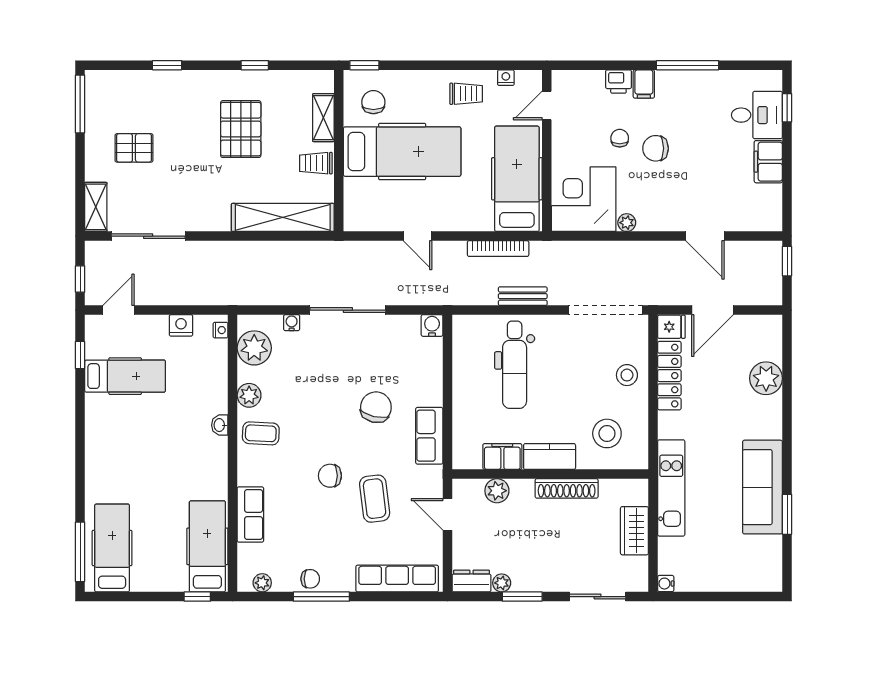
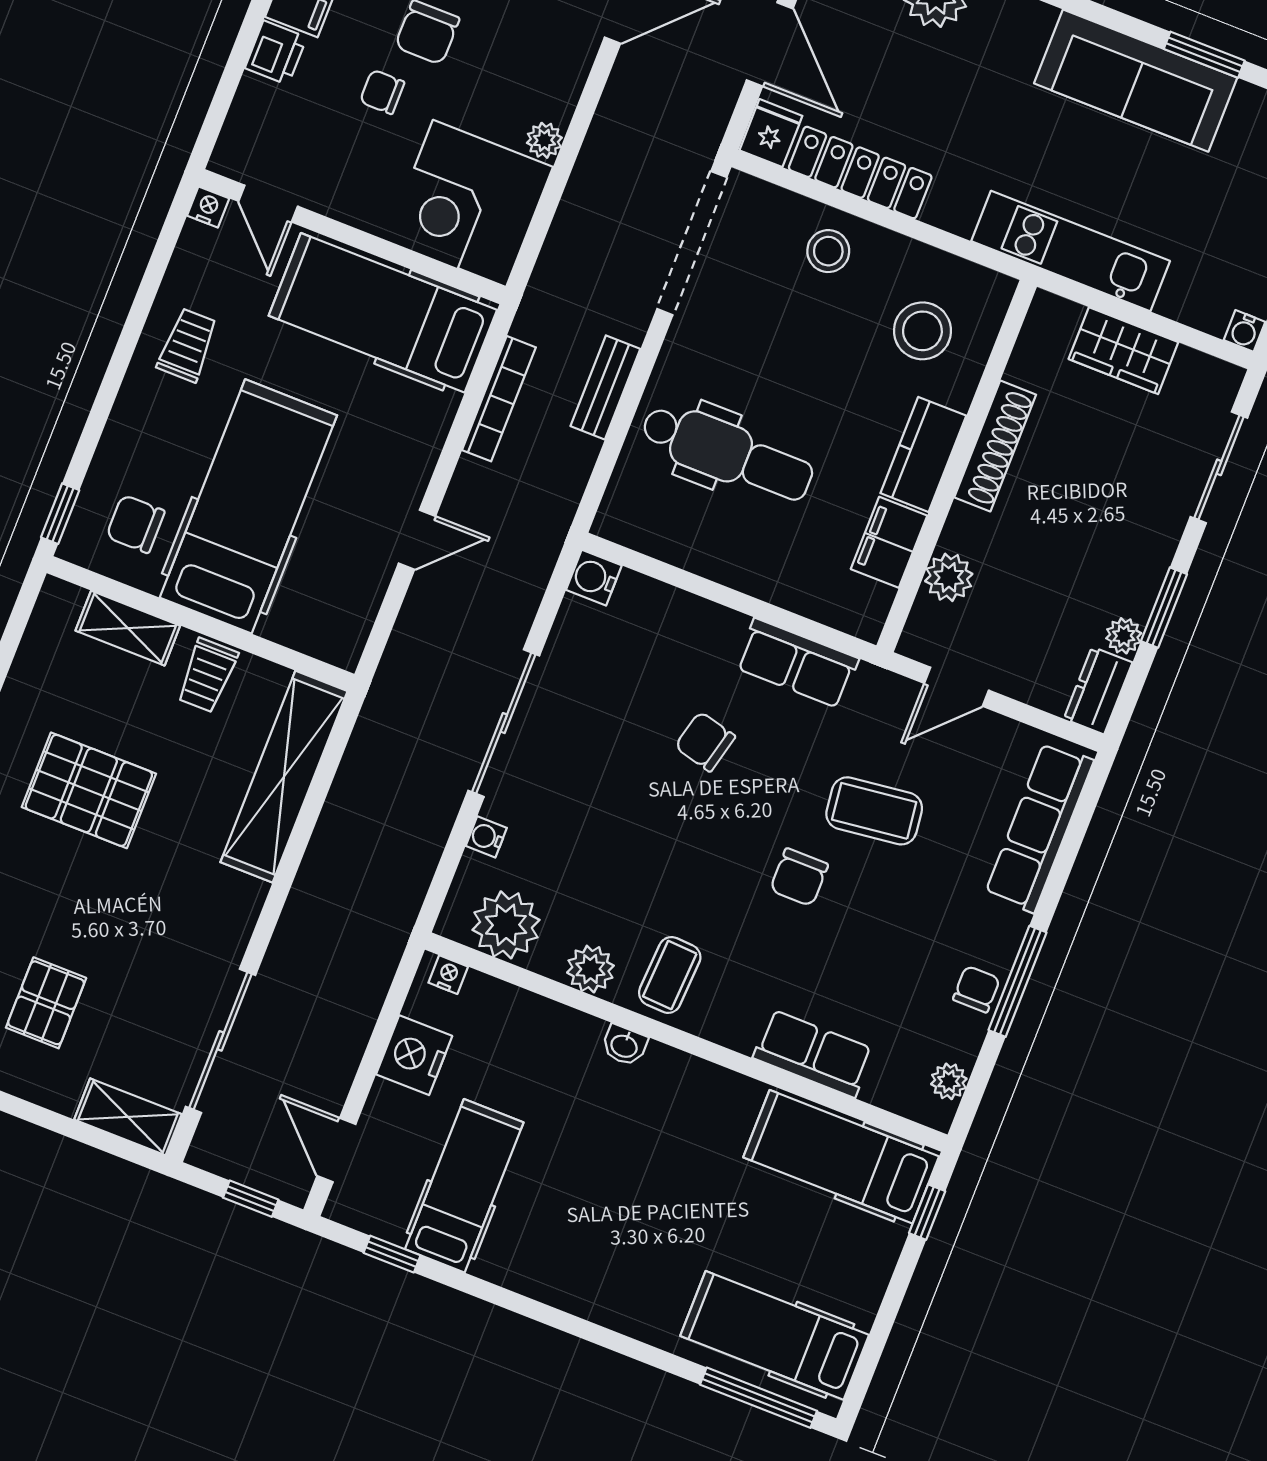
nightstand: (506, 78) -> (208, 207), moved, turned 90
nightstand: (181, 325) -> (414, 1055), width x1.36, depth x1.33
chair: (376, 407) -> (705, 742), width x0.73, depth x0.73

